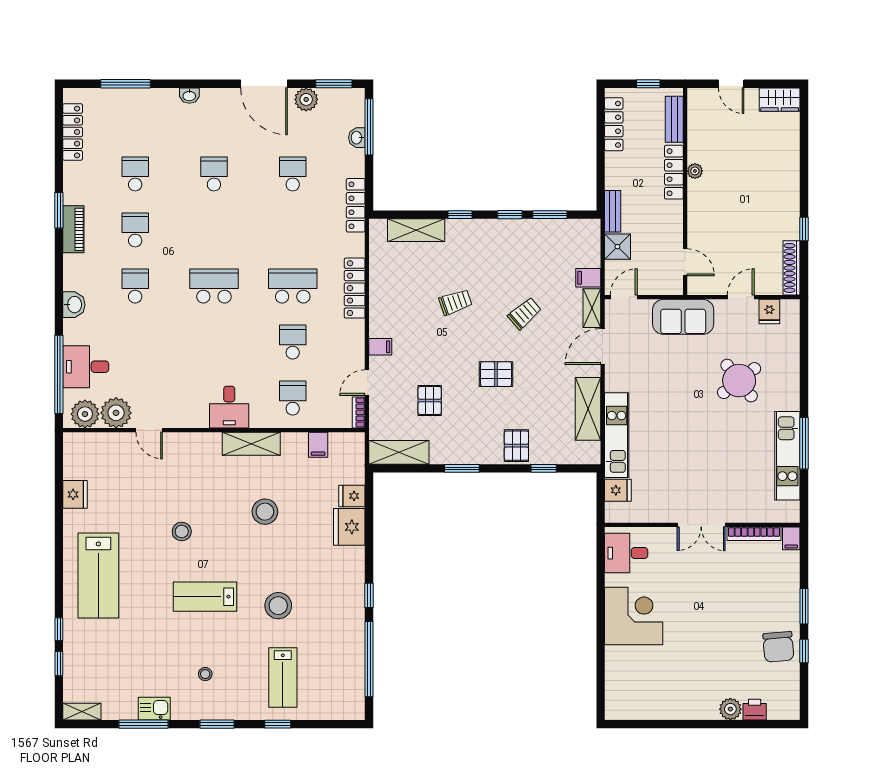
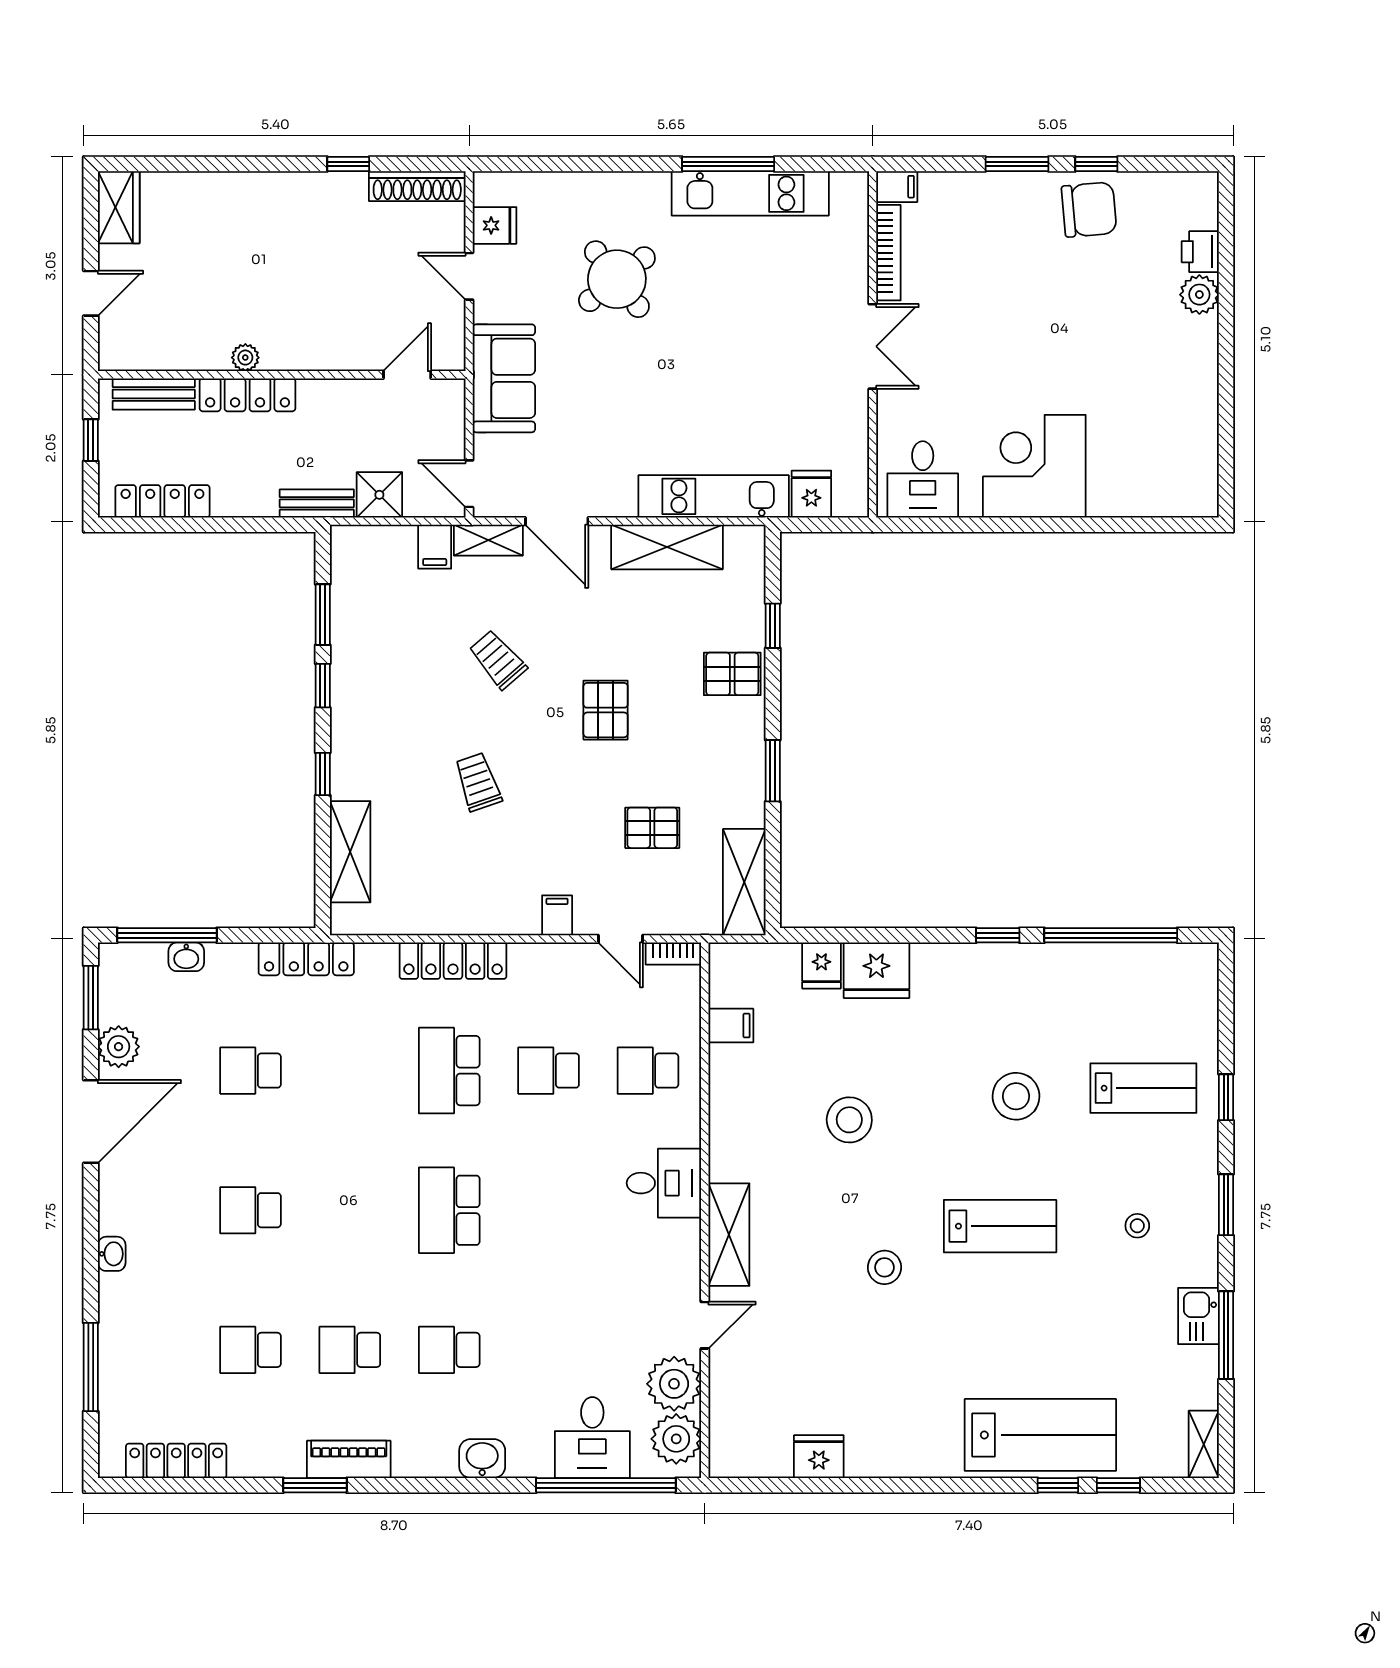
shelving: (251, 444) -> (729, 1235), moved
lab bench: (98, 576) -> (1040, 1435), moved
lab bench: (205, 597) -> (1000, 1226), turned -90

